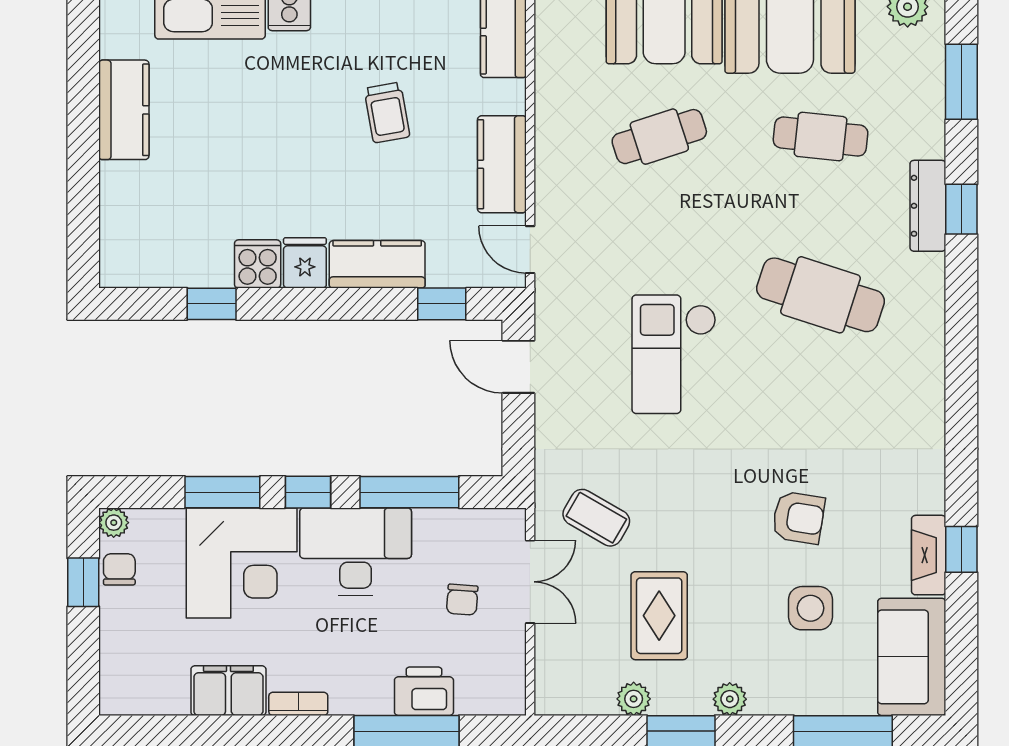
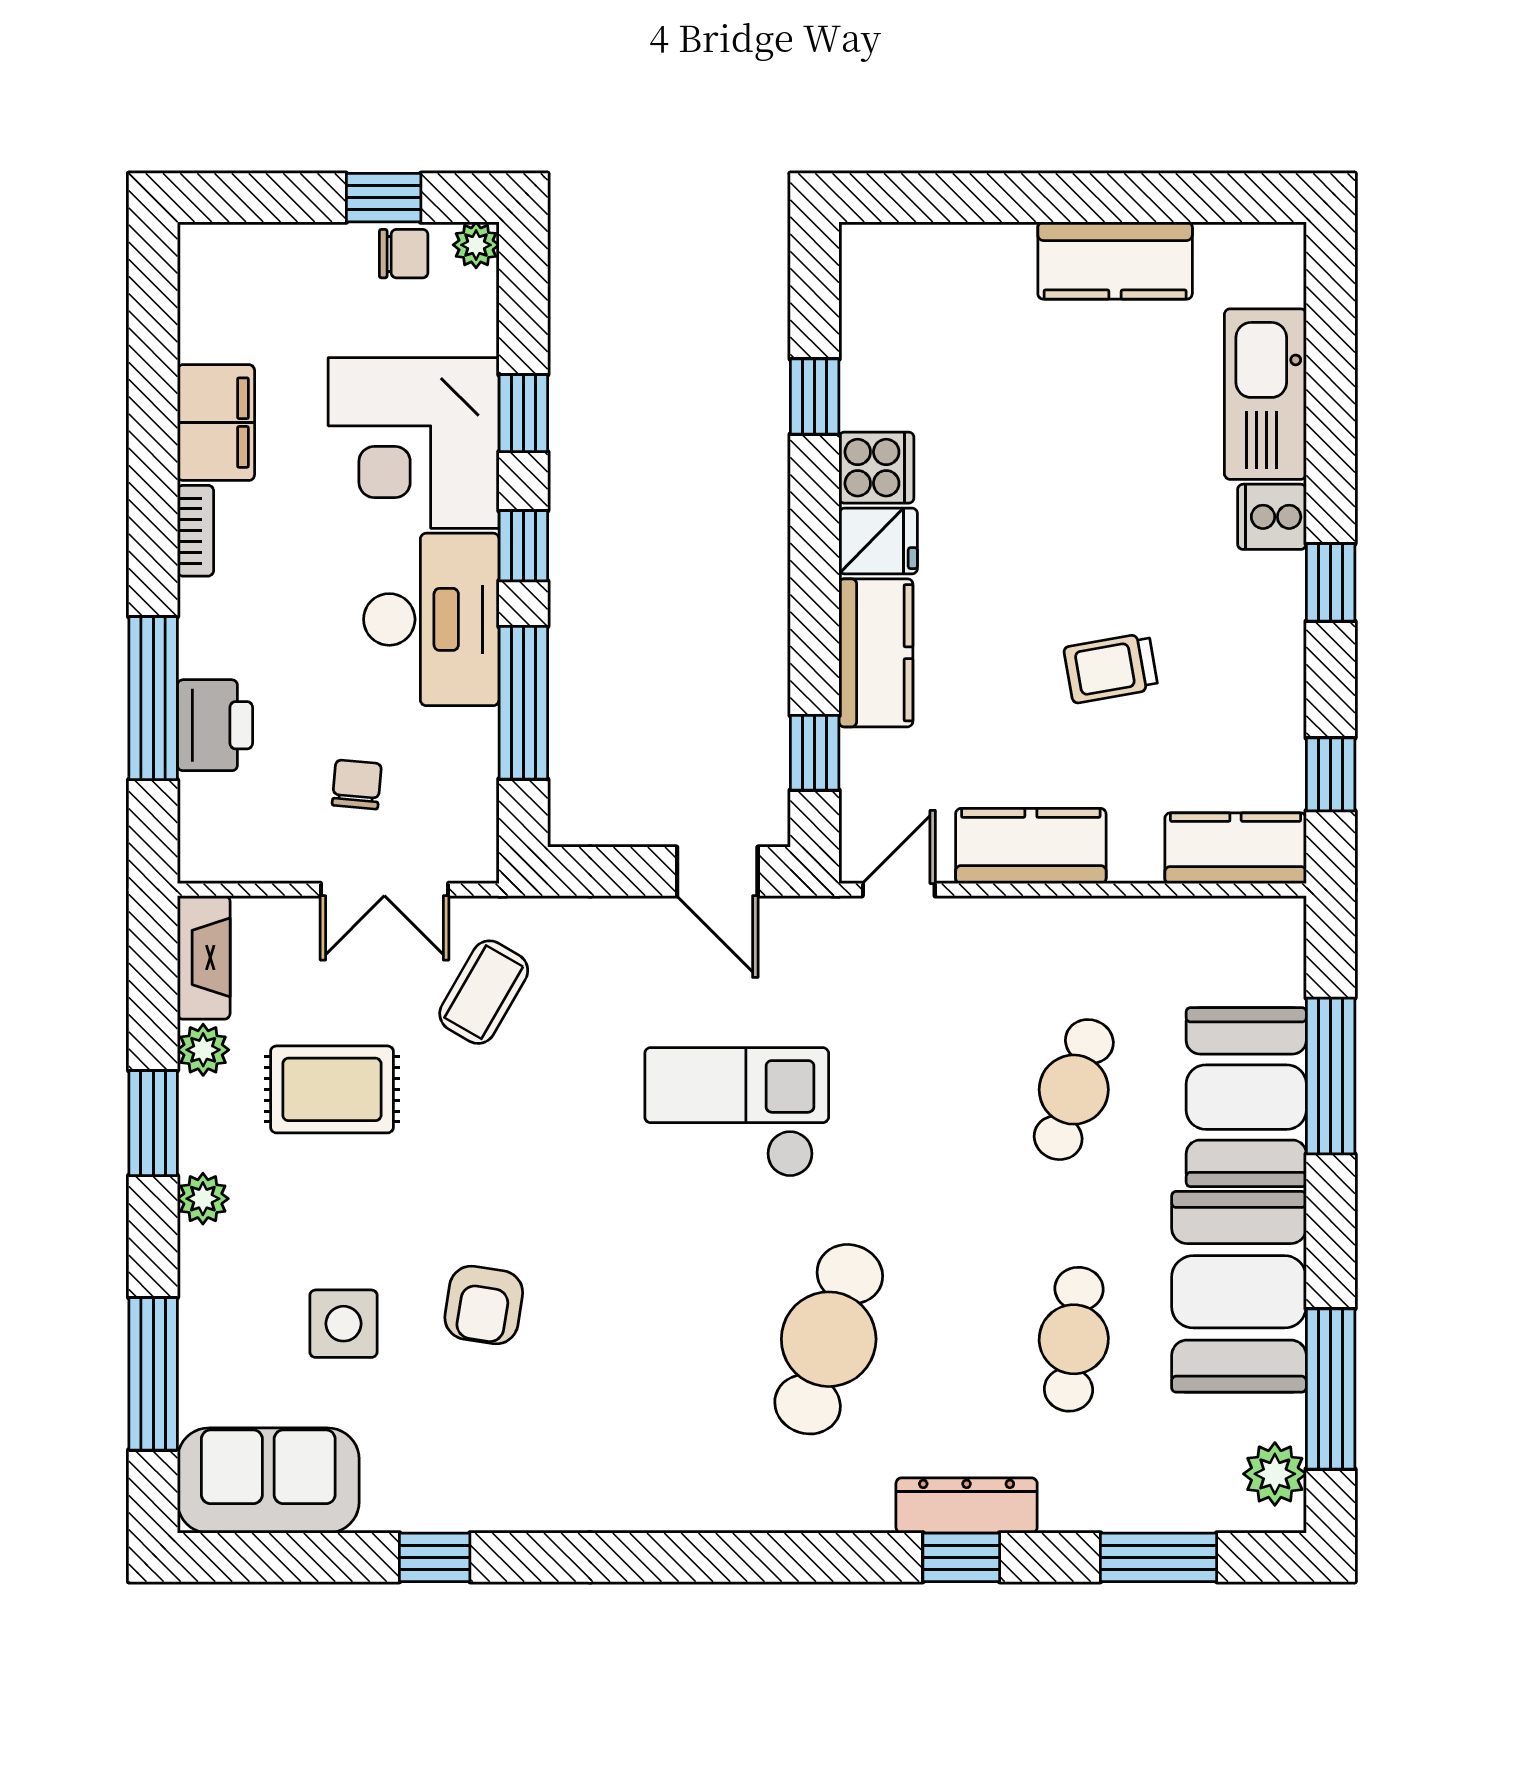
cafe table: (659, 137) -> (1074, 1090), turned 36
door: (518, 367) -> (717, 871), swing flipped
window: (222, 492) -> (523, 413), width x0.67
fireplace: (929, 555) -> (204, 957), moved, turned 90
chair: (462, 600) -> (357, 784), turned 91

